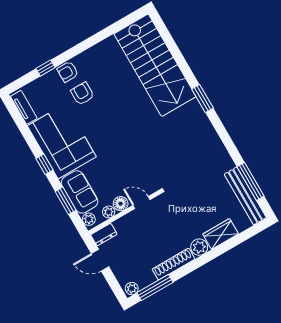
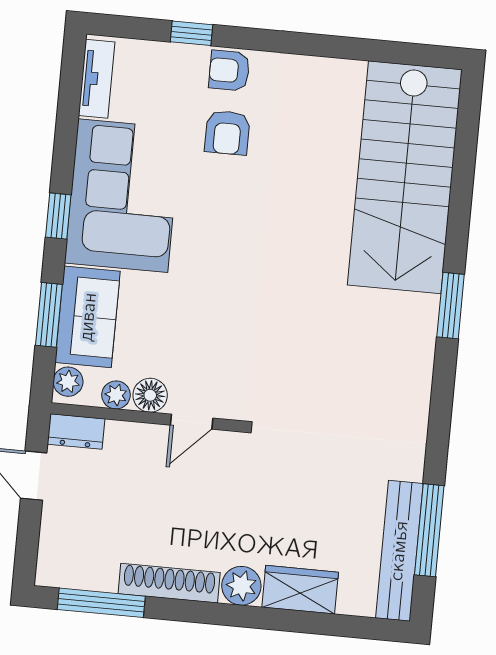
armchair: (82, 94) -> (227, 133), turned 180
door: (141, 203) -> (192, 422), swing flipped
plant: (132, 289) -> (56, 573), removed

